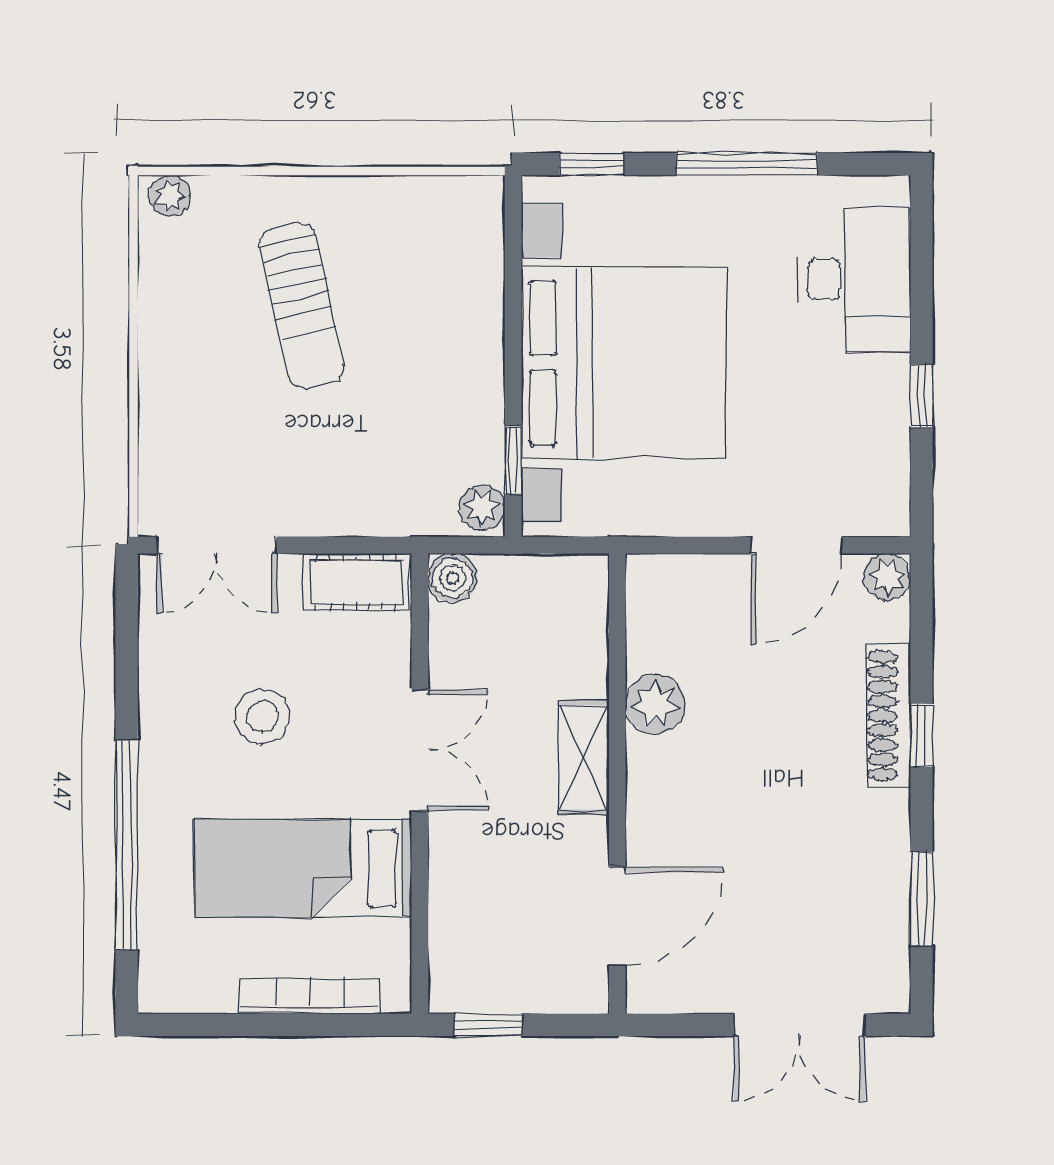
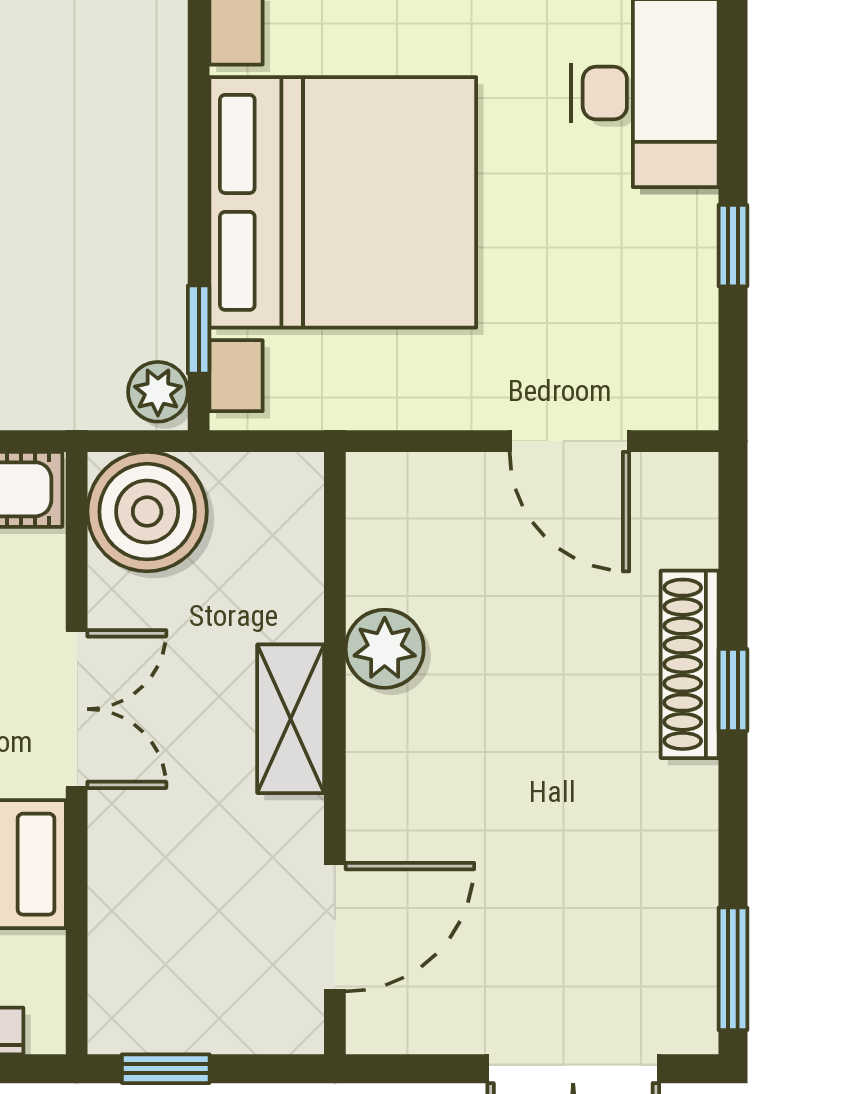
door: (797, 545) -> (569, 441), hinge flipped
plant: (887, 577) -> (688, 482), removed
boiler: (453, 578) -> (147, 512), width x1.86, depth x1.86
window: (922, 899) -> (733, 969), moved

